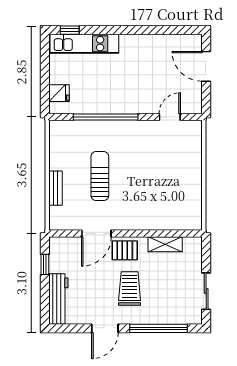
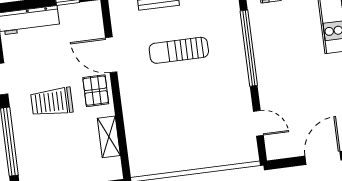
sun lounger: (100, 176) -> (179, 50), turned 180
trolley: (130, 289) -> (52, 102), turned 180

